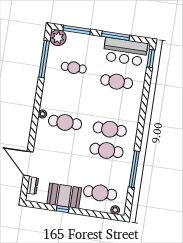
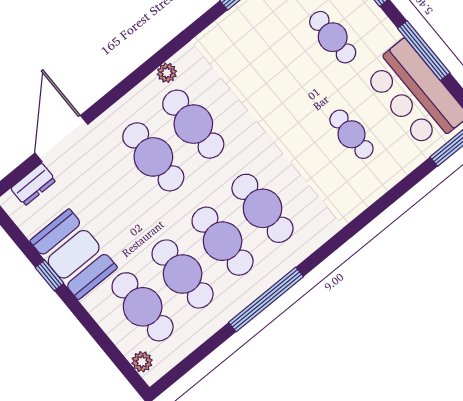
cafe table: (74, 68) -> (333, 37), moved
cafe table: (117, 82) -> (351, 134), width x0.73, depth x0.74
cafe table: (62, 144) -> (153, 157), added
window: (134, 169) -> (266, 299), moved
cafe table: (103, 172) -> (183, 274), added

